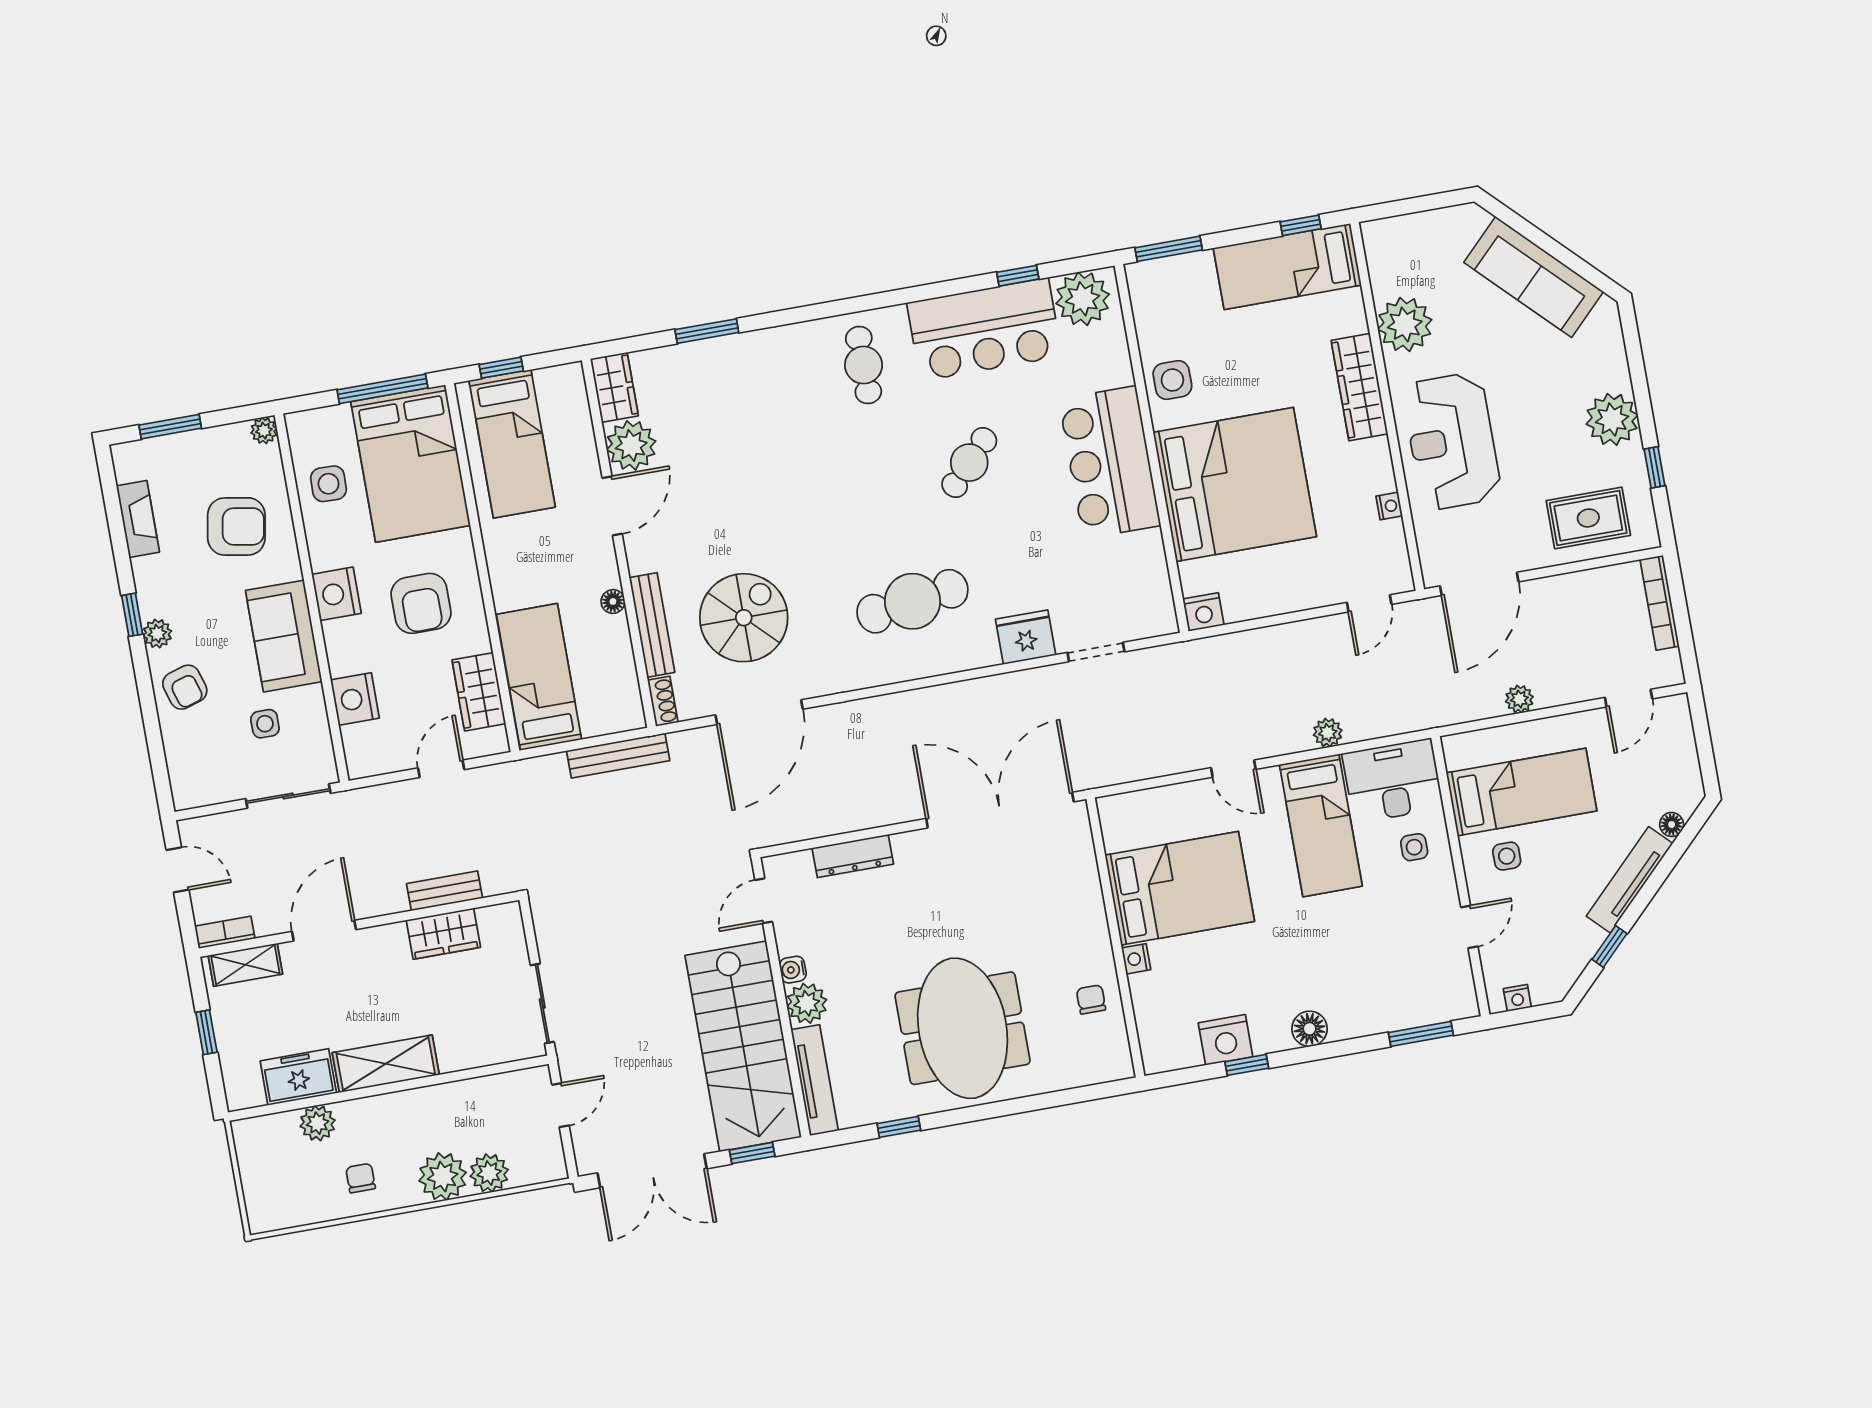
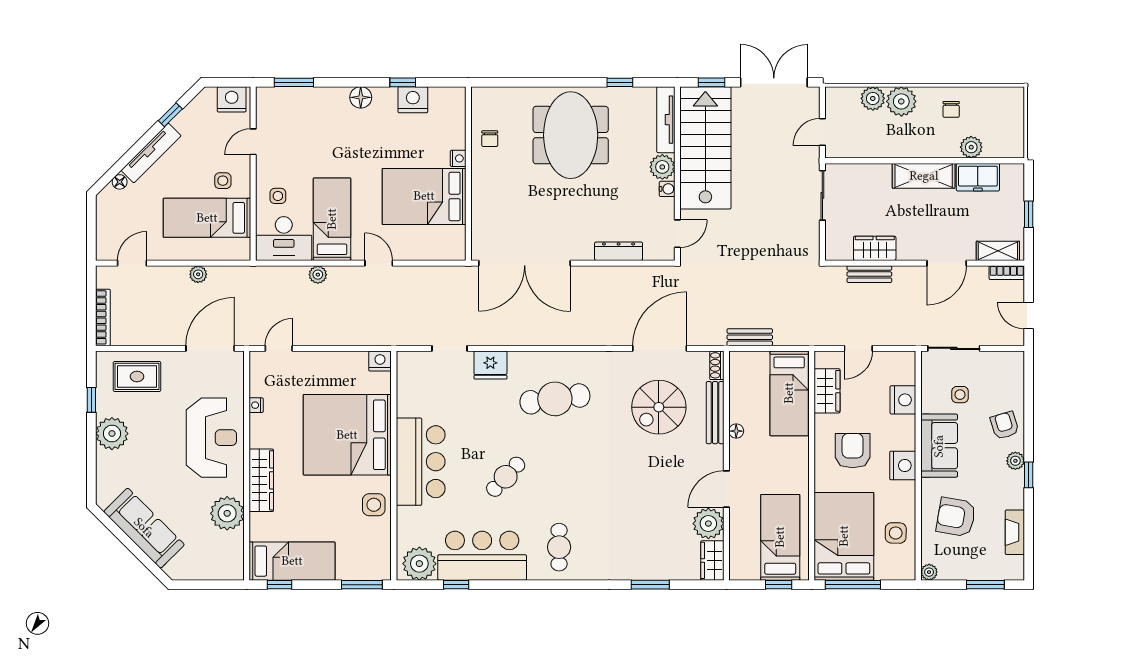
bench: (618, 756) -> (750, 337), width x0.73
nightstand: (1517, 998) -> (232, 99), width x1.89, depth x1.79

